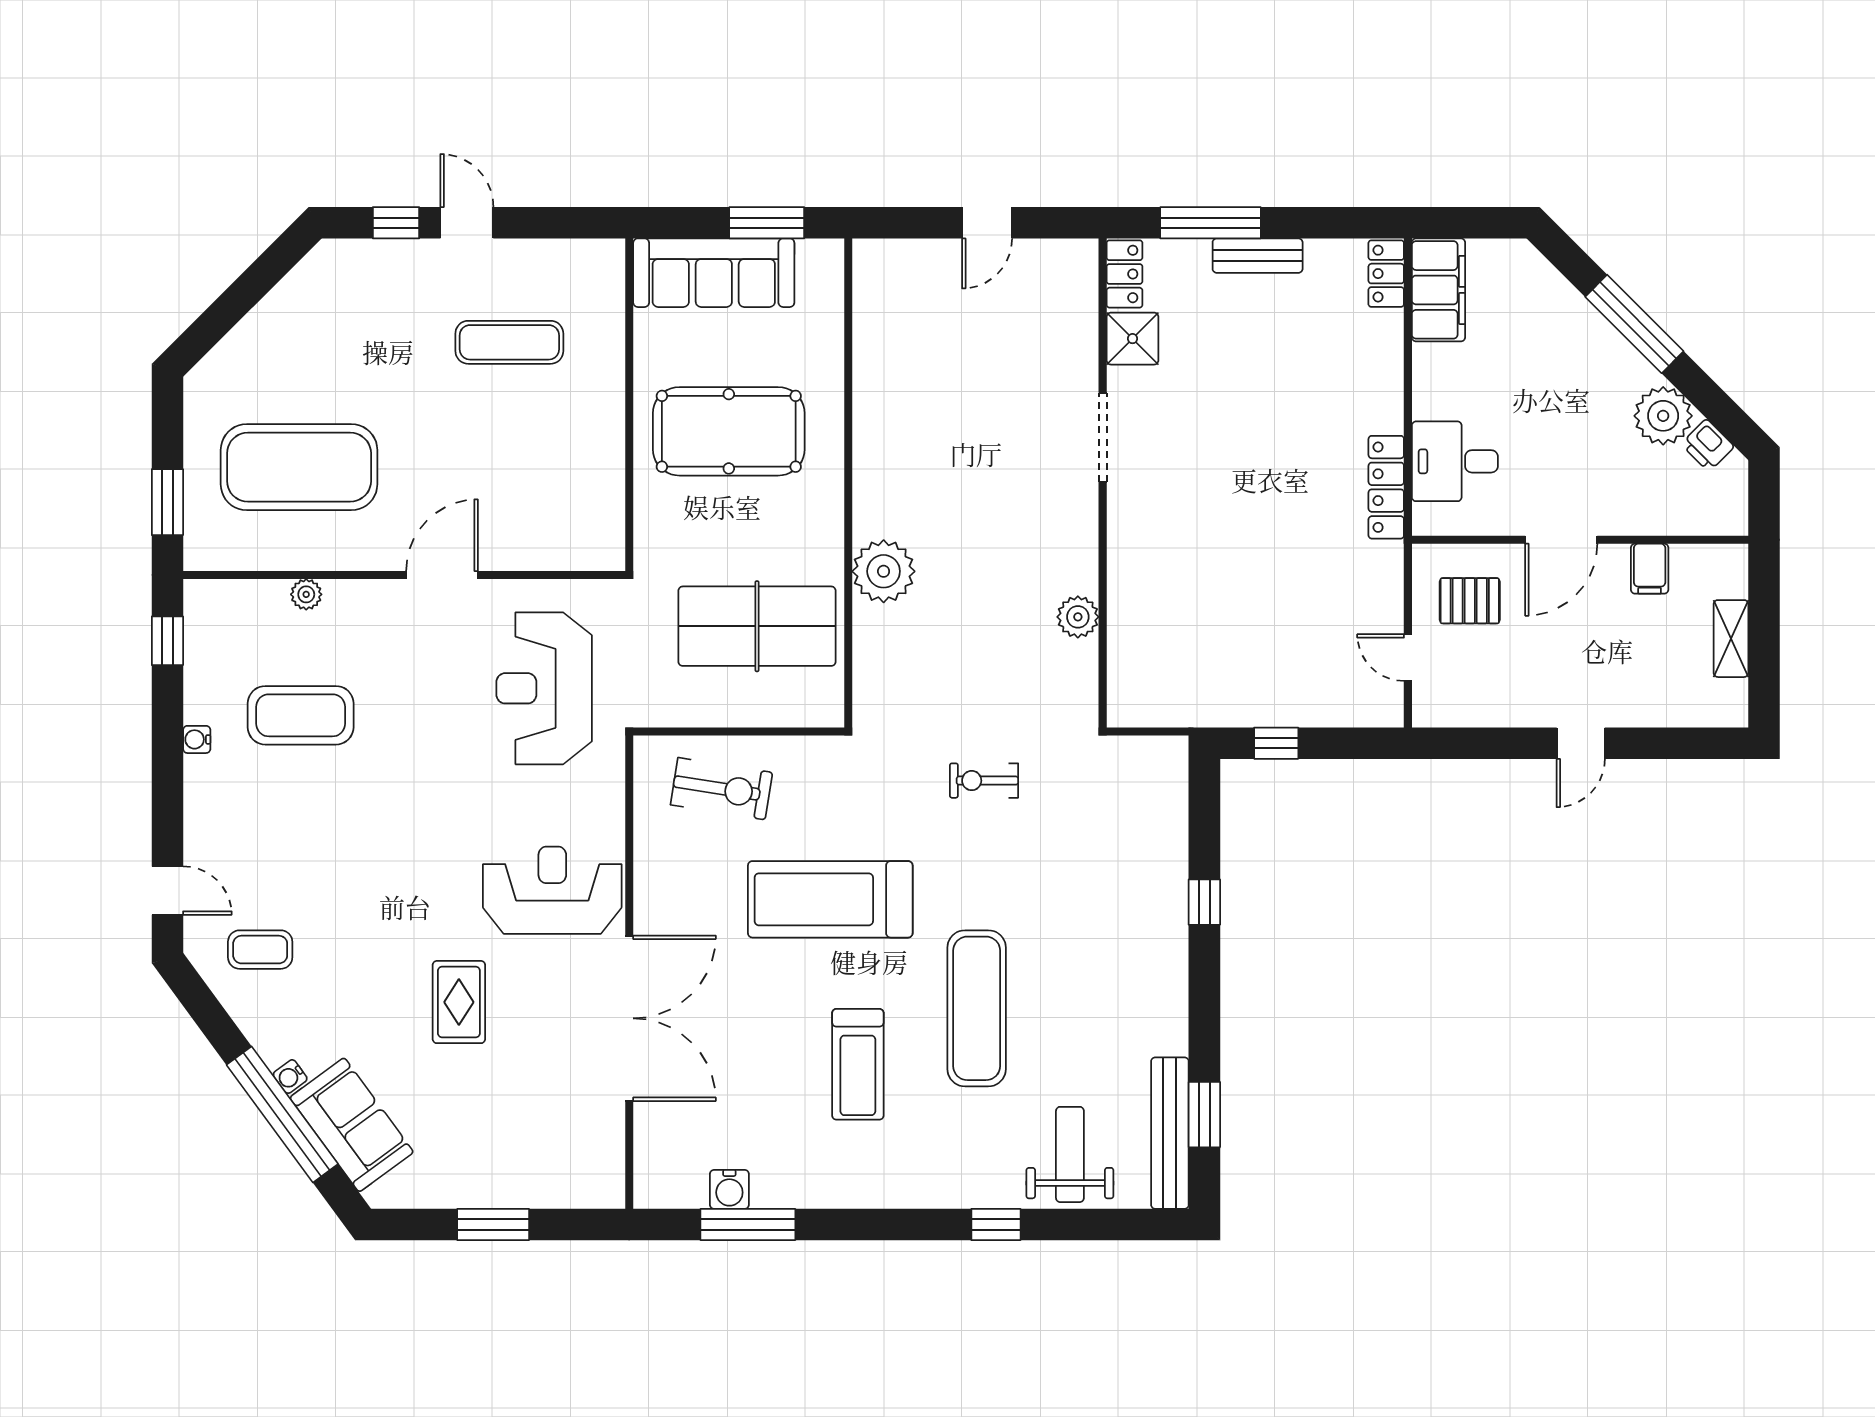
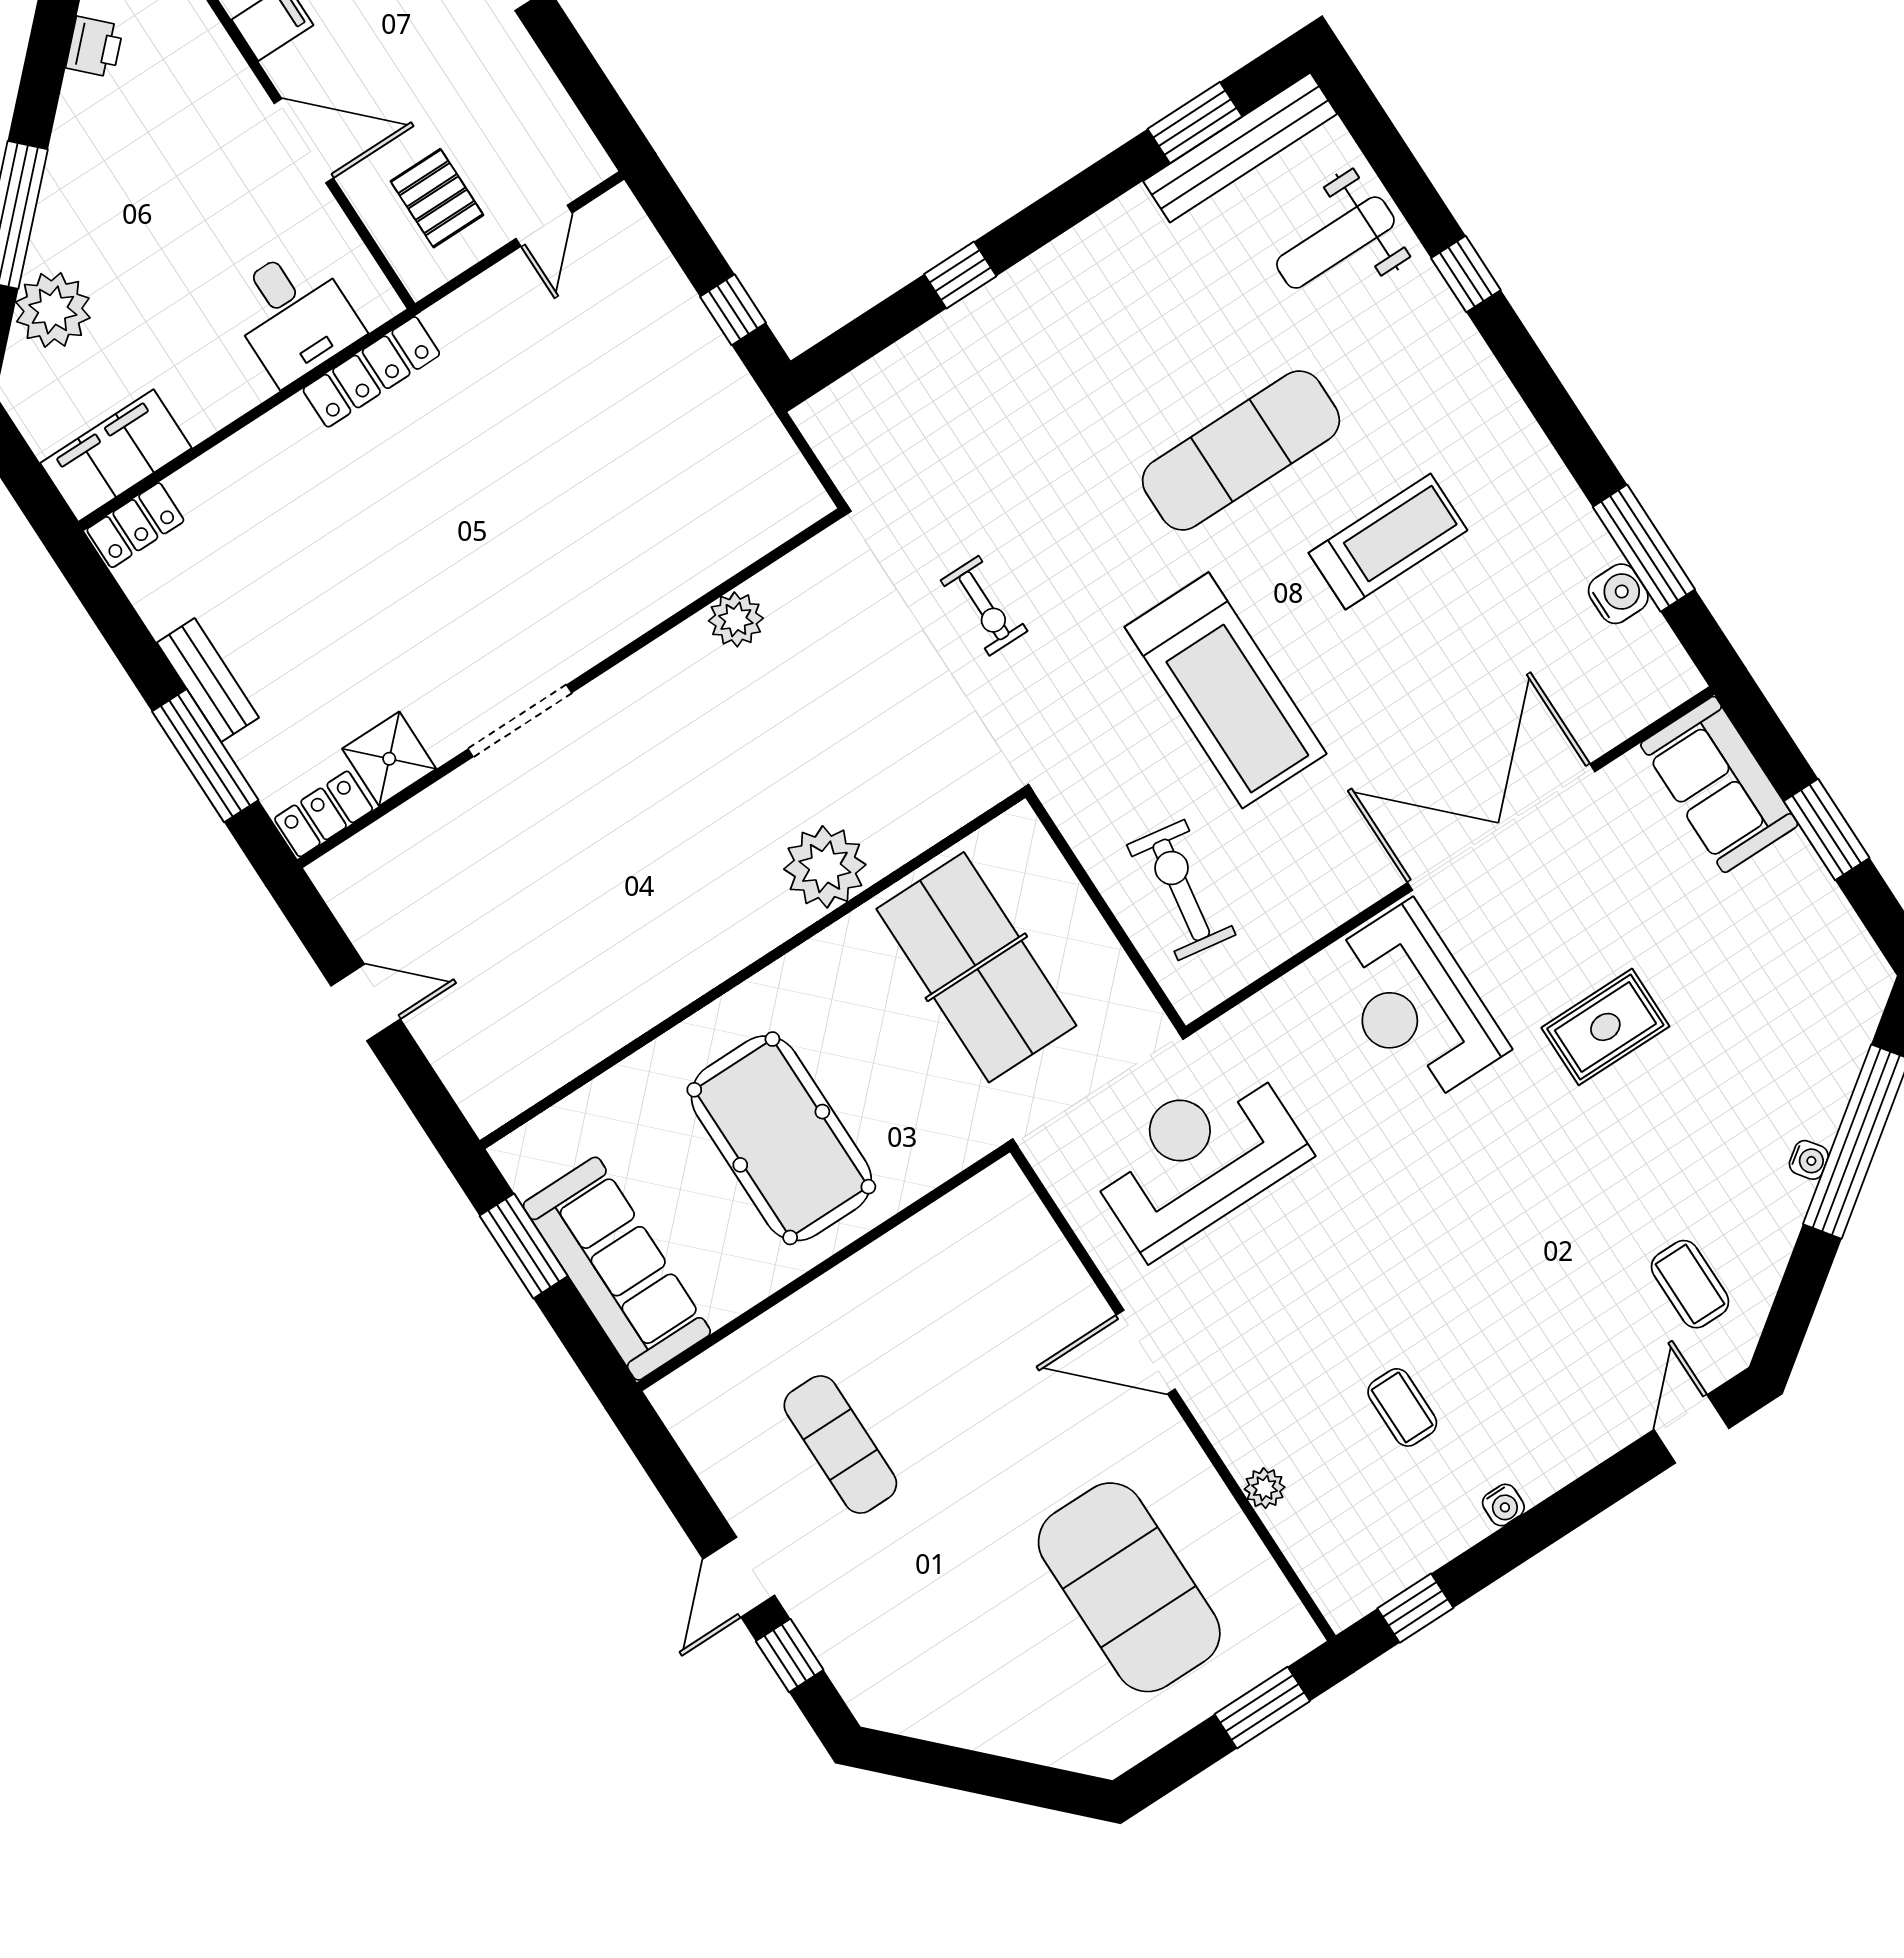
plant: (1663, 416) -> (53, 310), moved
reception desk: (544, 688) -> (1198, 1158), turned 180
coffee table: (301, 715) -> (1402, 1407), width x0.54, depth x0.58
sofa: (352, 1125) -> (1719, 784), moved, turned -54

